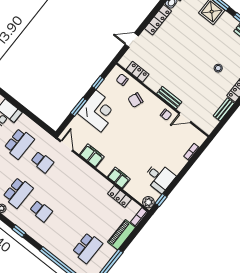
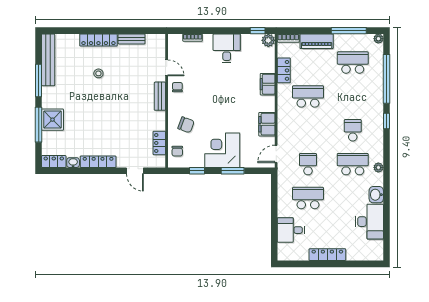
desk: (159, 177) -> (227, 48), moved
school desk: (89, 199) -> (308, 96), added
window: (19, 231) -> (386, 121), moved

